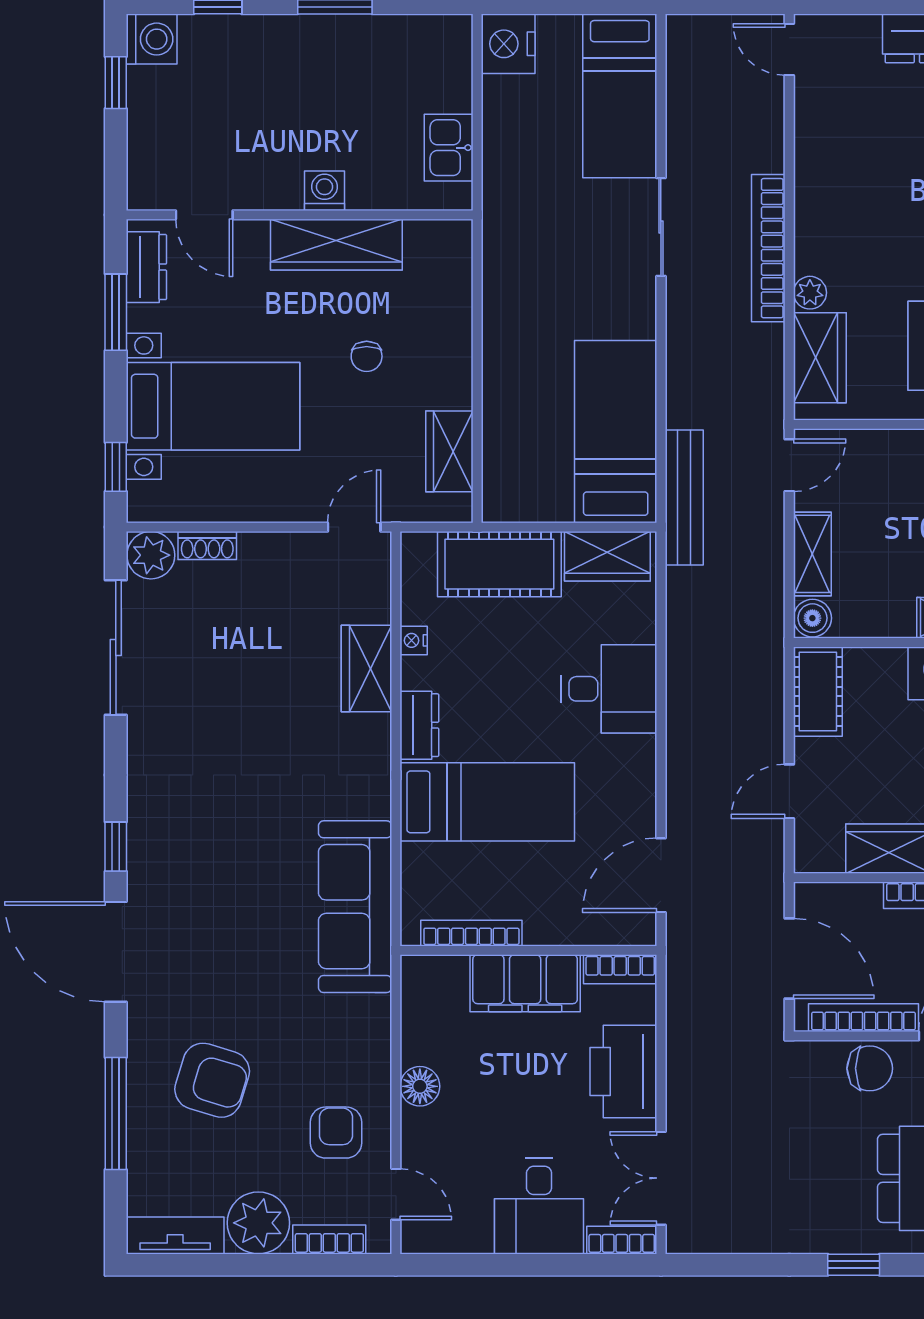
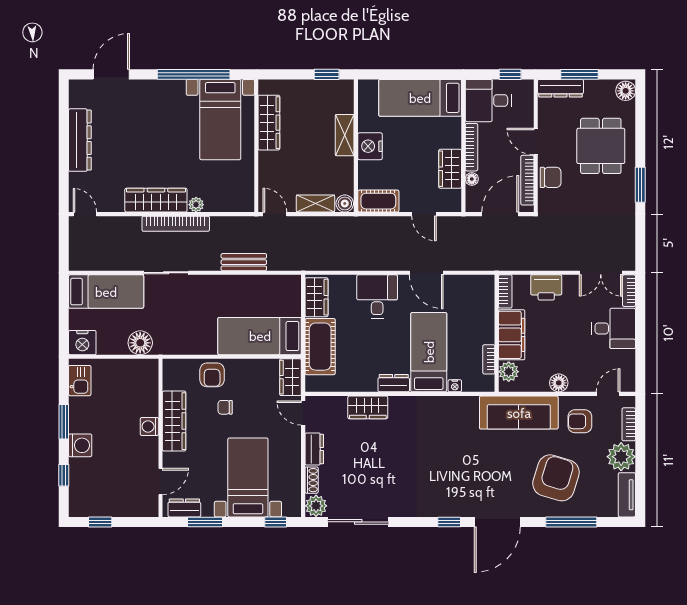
washing machine: (152, 39) -> (80, 445), moved, turned 90
door: (789, 49) -> (85, 214), swing flipped
kitchen sink: (449, 148) -> (80, 381), moved, turned -90
floor lamp: (508, 170) -> (140, 343), added
armchair: (437, 328) -> (212, 375), added
chair: (367, 356) -> (225, 407), turned 180
wardrobe: (820, 358) -> (156, 200), moved, width x1.50
bed: (616, 432) -> (260, 336), moved
wardrobe: (449, 451) -> (290, 377), moved, turned 90
bench: (684, 497) -> (244, 262), moved, width x0.73
dresser: (275, 551) -> (314, 449), added
nightstand: (414, 640) -> (455, 386), moved
door: (661, 875) -> (426, 273), moved
floor lamp: (866, 896) -> (472, 179), added
sofa: (355, 907) -> (519, 413), moved
bookcase: (471, 933) -> (489, 359), width x0.64
plant: (445, 977) -> (509, 372), added
chair: (870, 1068) -> (551, 177), turned 90
printer: (623, 1071) -> (546, 287), width x0.73, depth x0.84
armchair: (212, 1080) -> (556, 478), width x1.36, depth x1.36
window: (854, 1265) -> (640, 185), width x1.50

